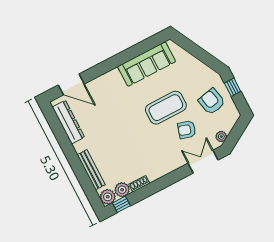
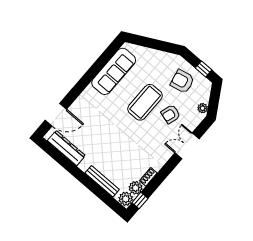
window: (233, 87) -> (204, 69), moved
double door: (203, 162) -> (187, 146), moved

